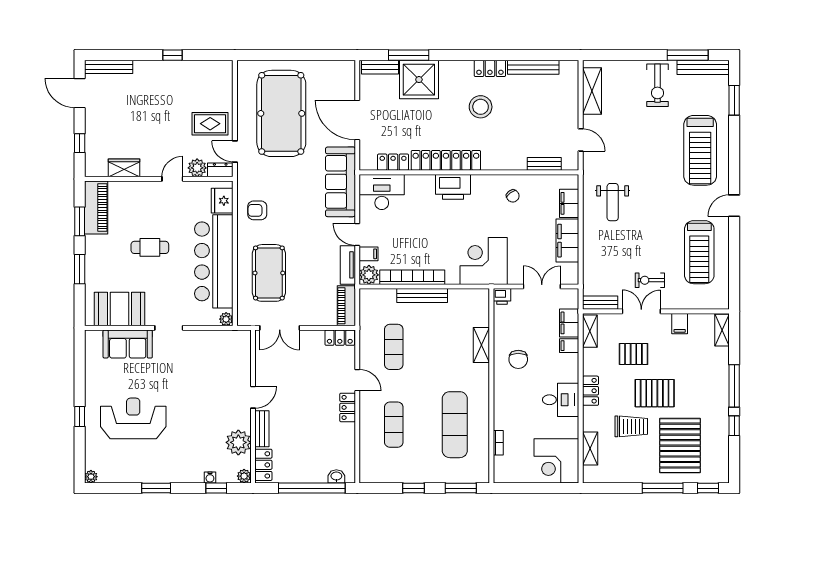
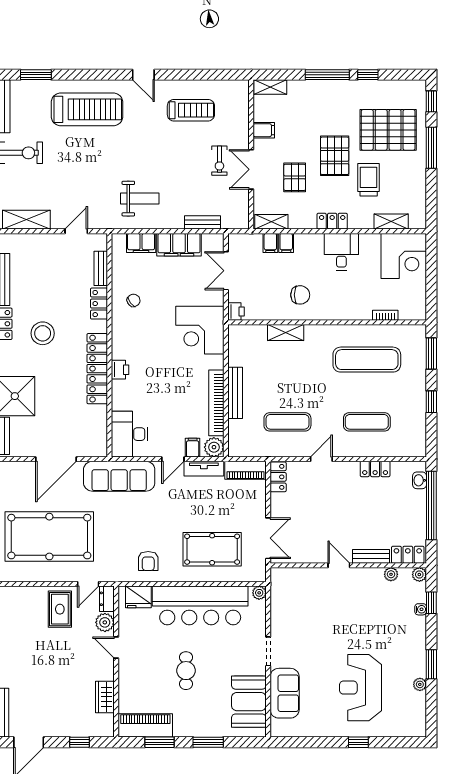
locker: (393, 162) -> (99, 304), moved
printer: (453, 187) -> (120, 370), width x0.53, depth x0.68
treadmill: (699, 252) -> (191, 110), width x0.73, depth x0.73
bench: (600, 303) -> (202, 222), moved, turned 90
filing cabinet: (569, 323) -> (270, 243), width x0.50
locker: (348, 407) -> (375, 469), moved
plant: (238, 442) -> (391, 574), width x0.53, depth x0.53
plant: (91, 477) -> (420, 684), moved

